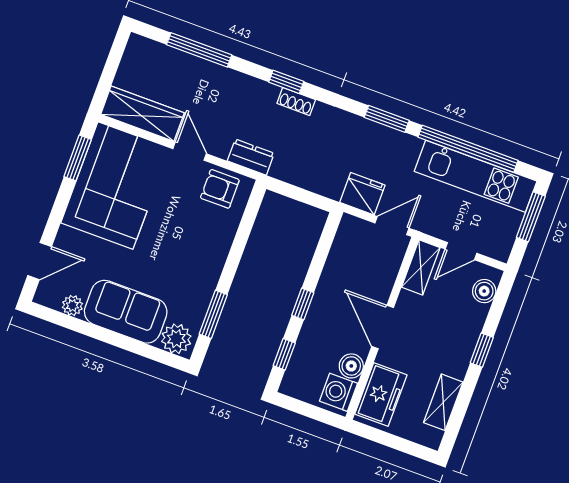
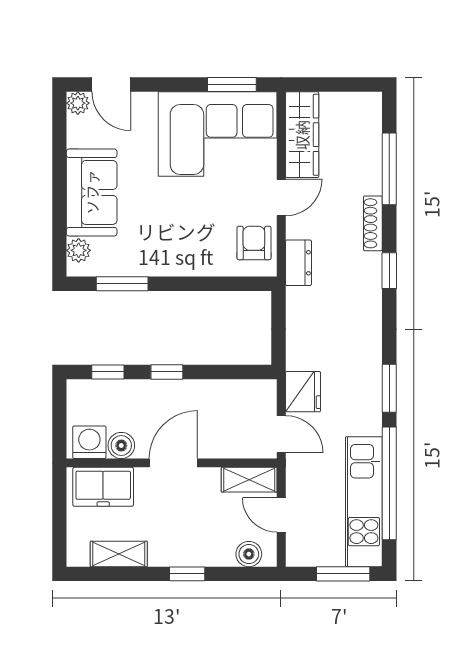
shoe rack: (296, 101) -> (373, 223), moved, width x1.43
plant: (72, 306) -> (78, 103), moved
plant: (176, 339) -> (79, 250), width x0.73, depth x0.73

